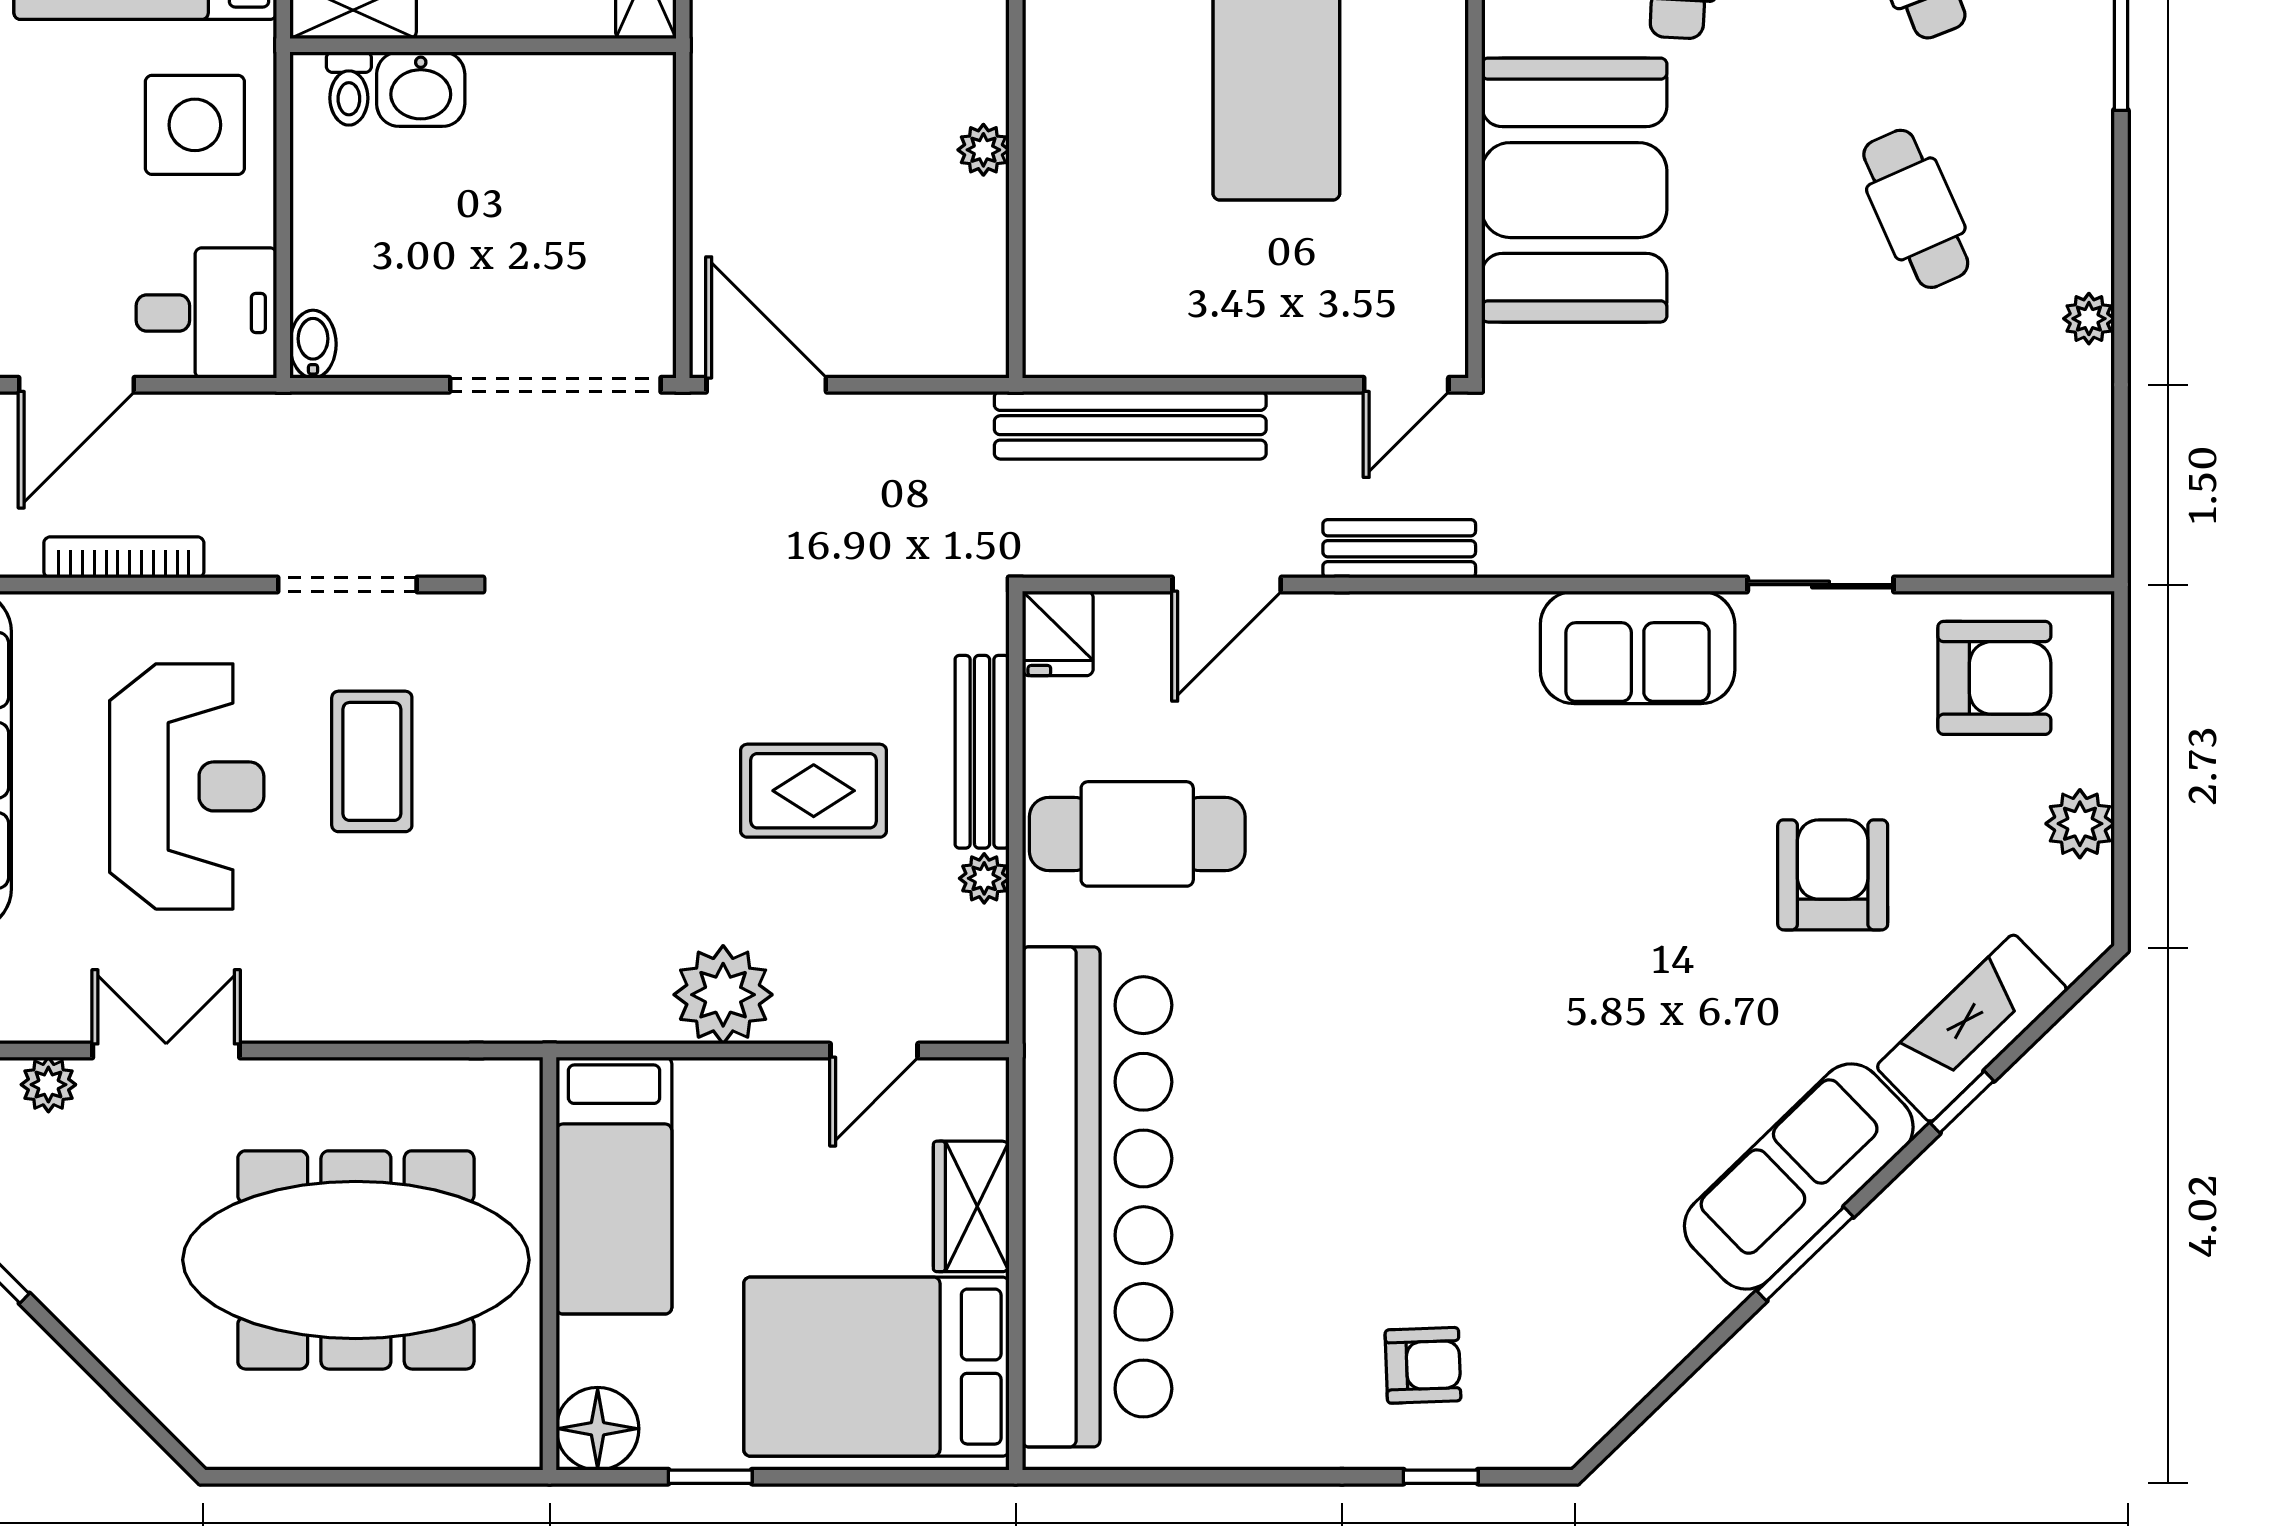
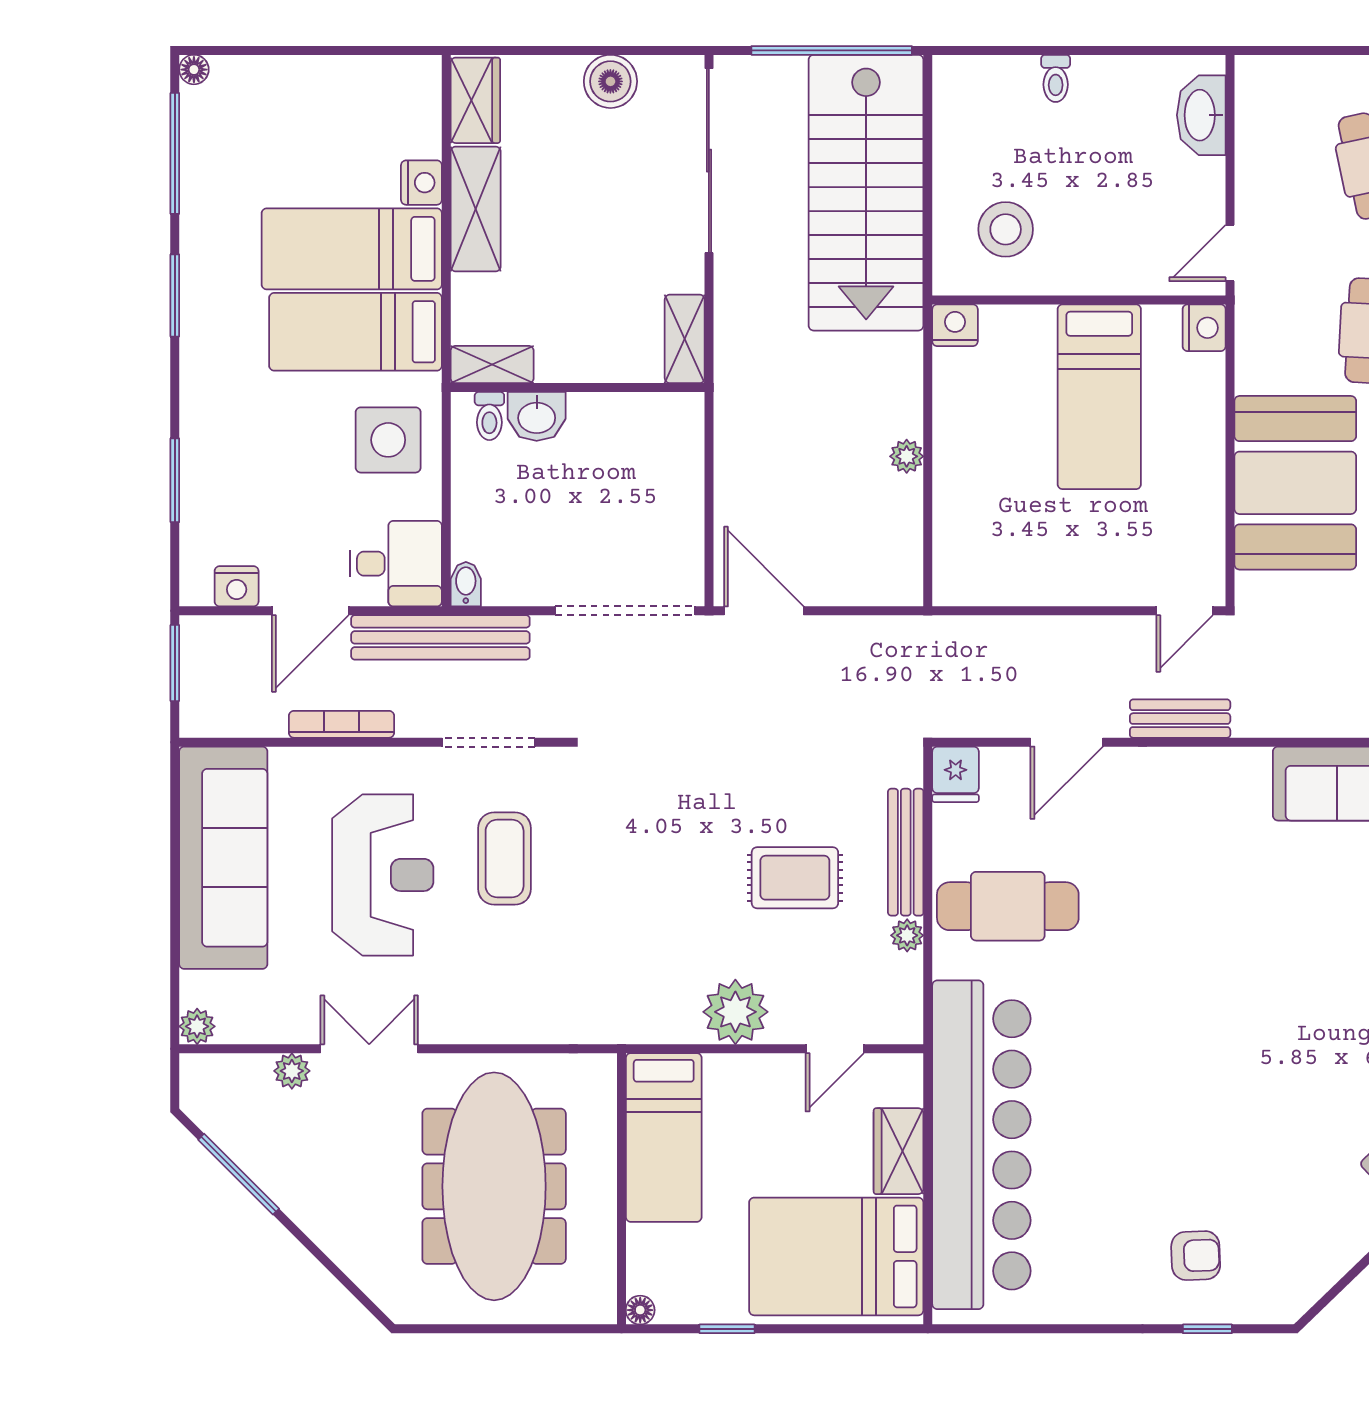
bench: (1130, 425) -> (440, 637), moved
meeting table: (356, 1260) -> (494, 1186), turned 90
floor lamp: (598, 1429) -> (640, 1310), width x0.53, depth x0.53

